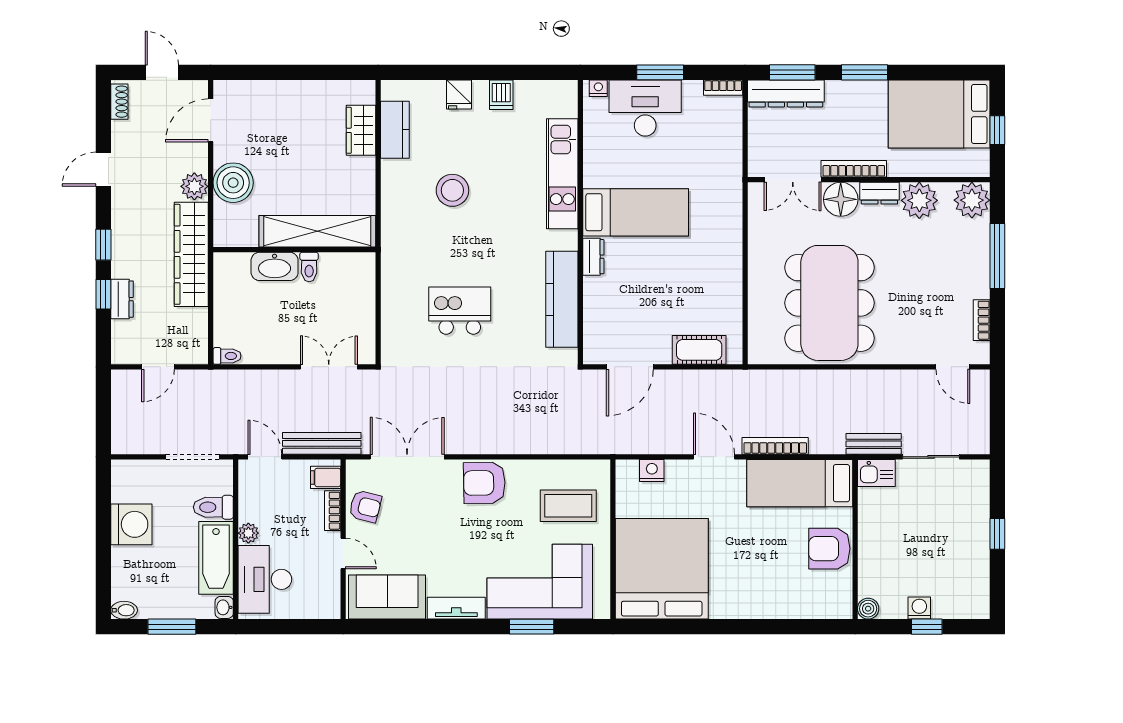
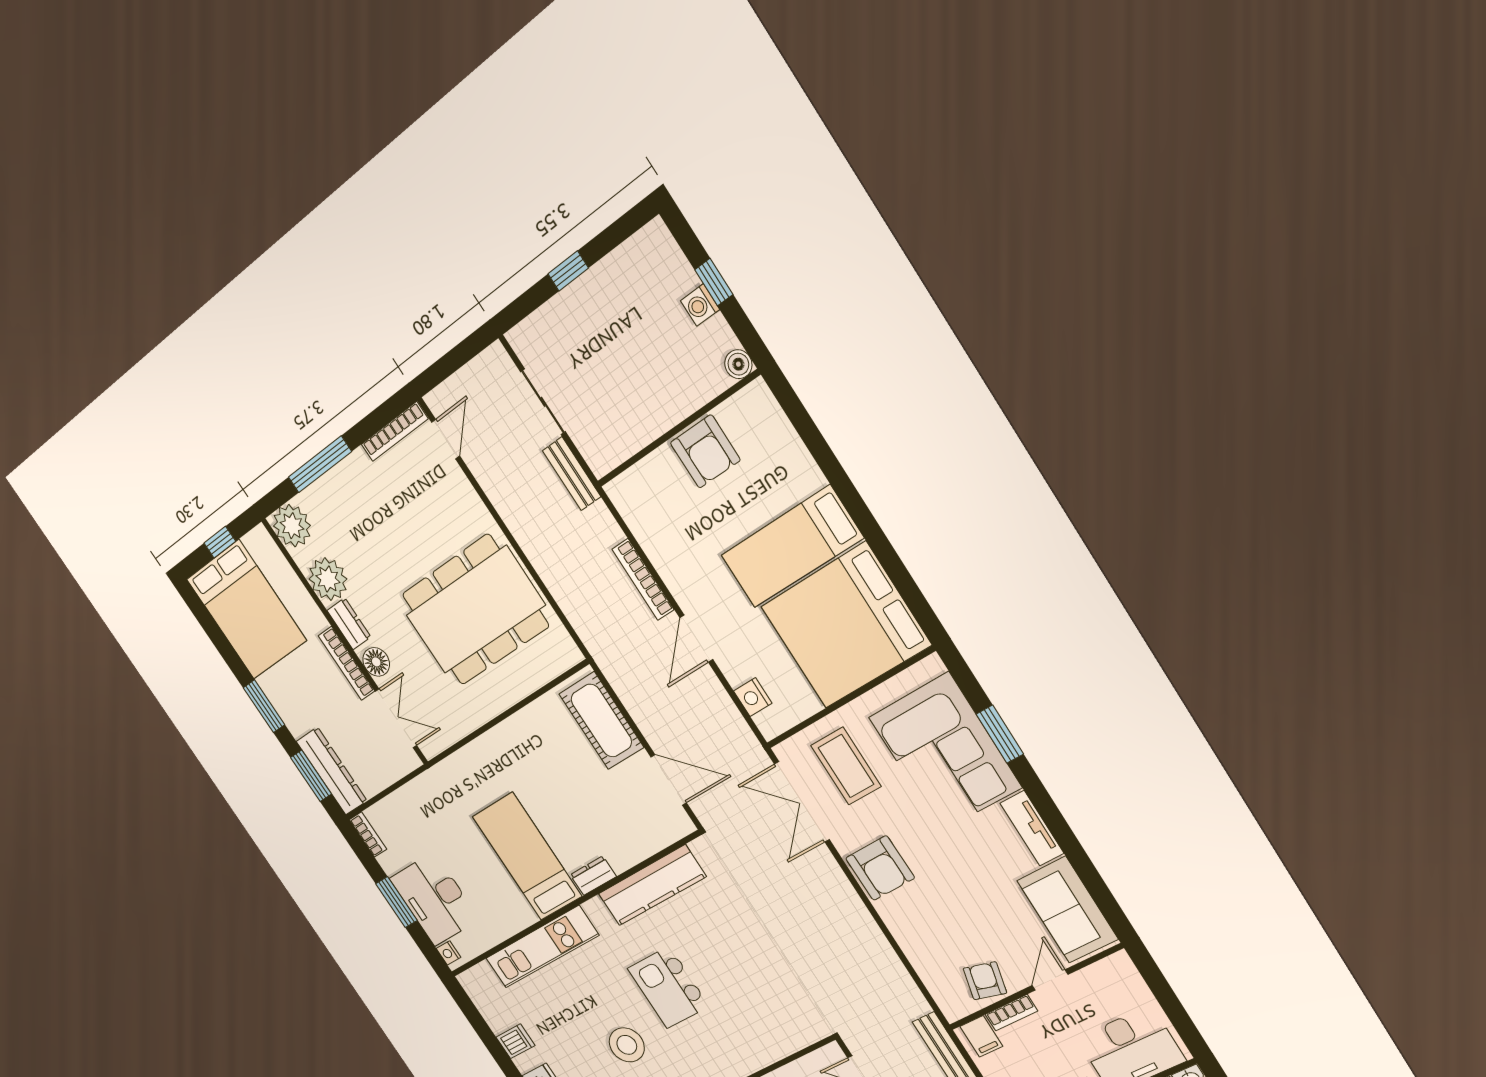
floor lamp: (841, 199) -> (376, 662), width x0.73, depth x0.73
kitchen island: (460, 311) -> (668, 987), moved
bookcase: (982, 320) -> (394, 432), width x1.56
cot: (699, 350) -> (601, 721), width x1.37, depth x1.34
double door: (407, 457) -> (802, 802), moved
kitchen sink: (876, 473) -> (597, 451), removed
bed: (800, 483) -> (792, 547), moved, turned 90

